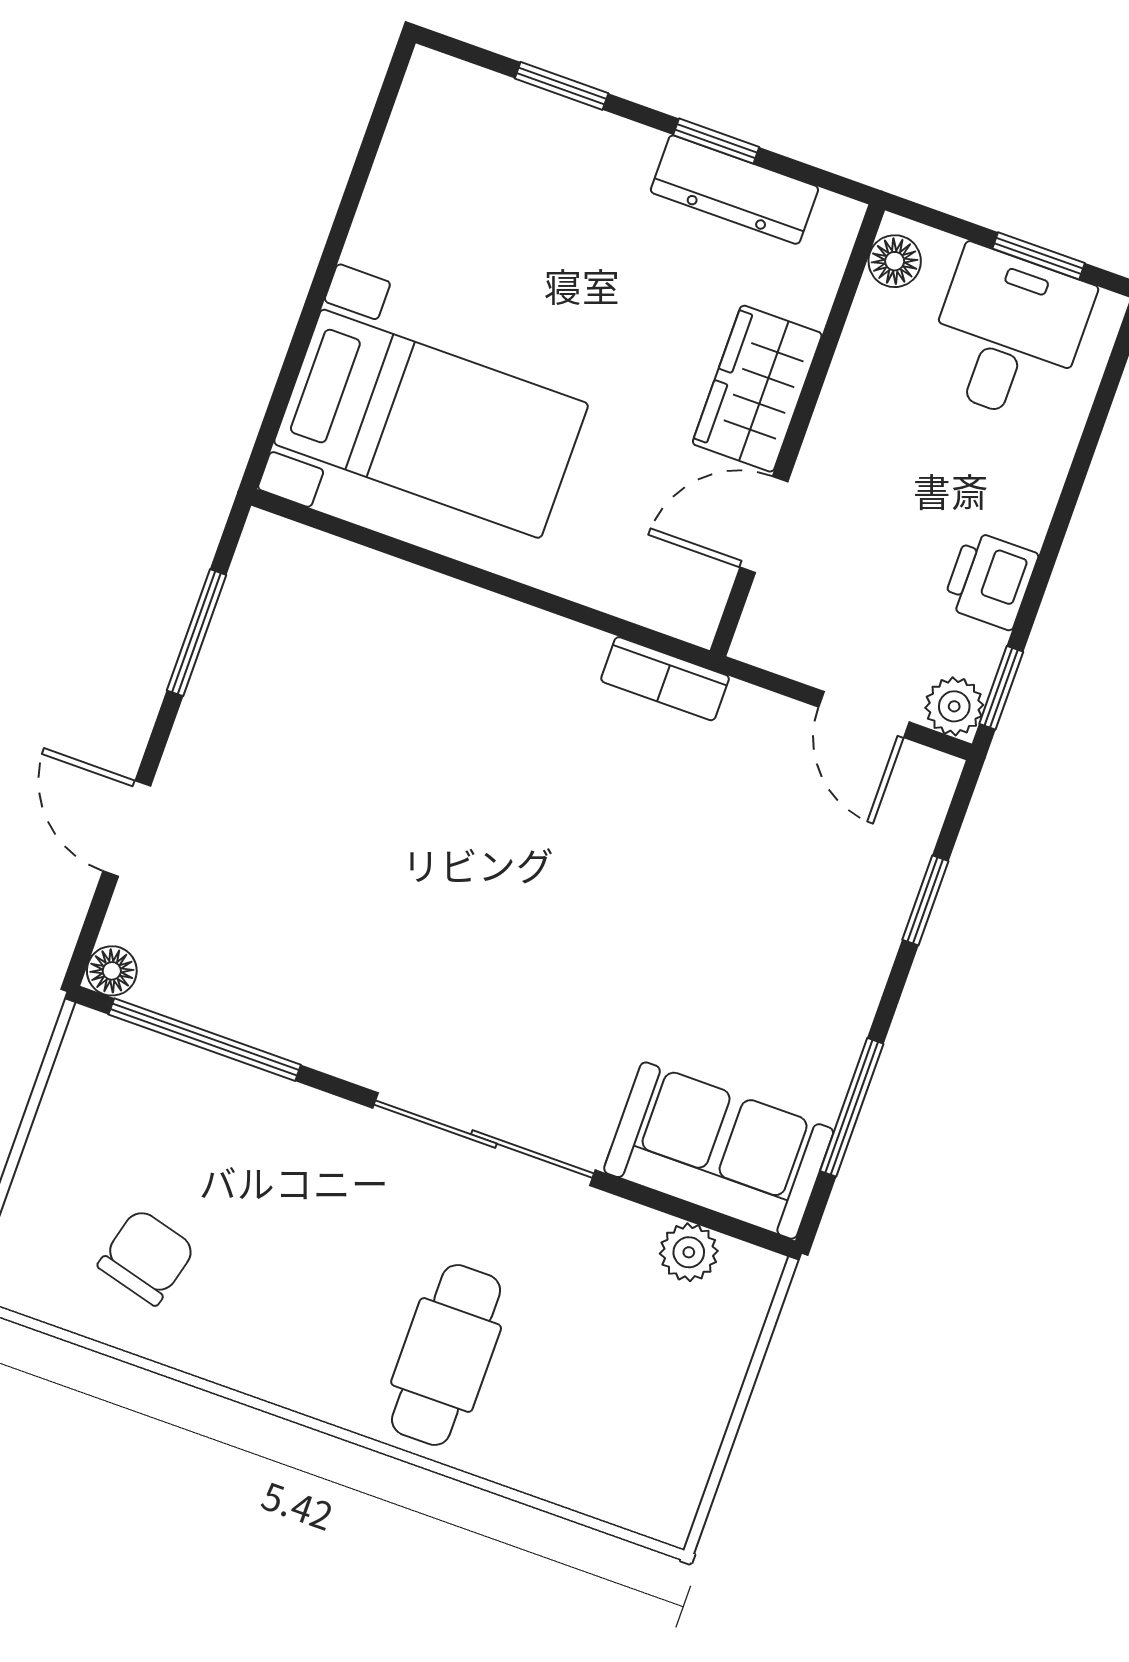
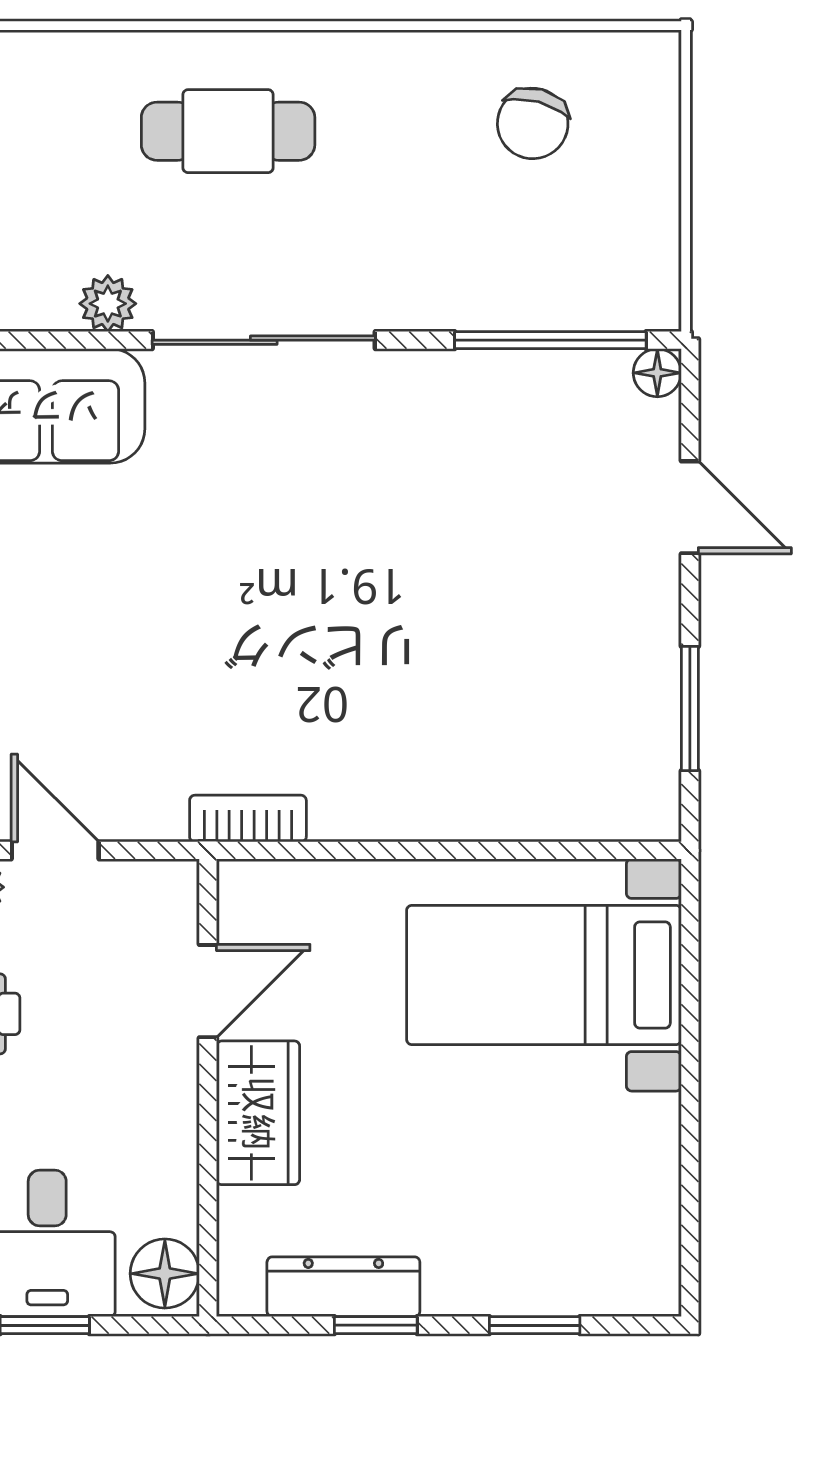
floor lamp: (895, 261) -> (165, 1274), width x1.37, depth x1.37
plant: (689, 1252) -> (108, 304), moved
cafe table: (446, 1355) -> (228, 131), turned 90

